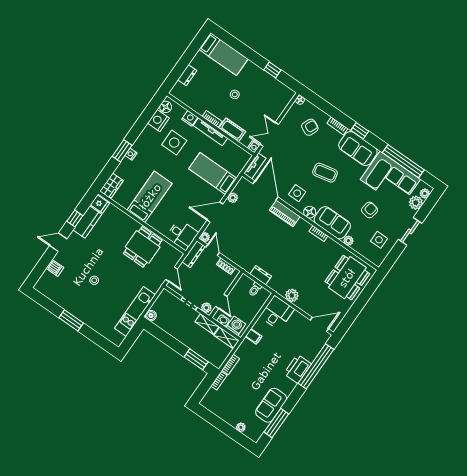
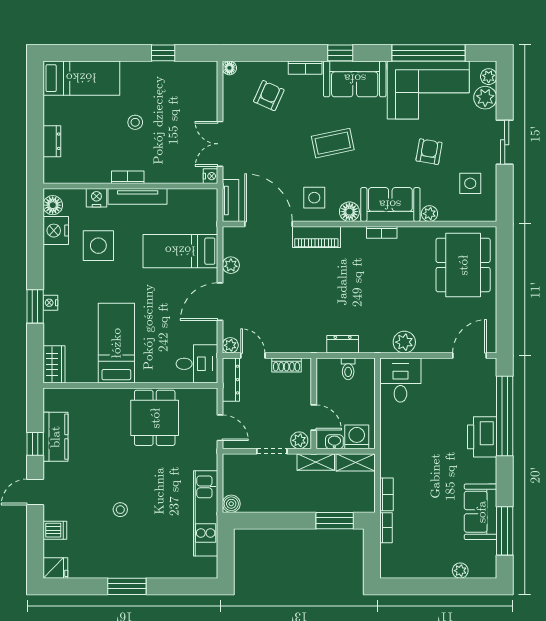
cot: (232, 130) -> (165, 173), removed
fridge: (100, 204) -> (55, 568), moved
filing cabinet: (254, 336) -> (391, 435), removed

